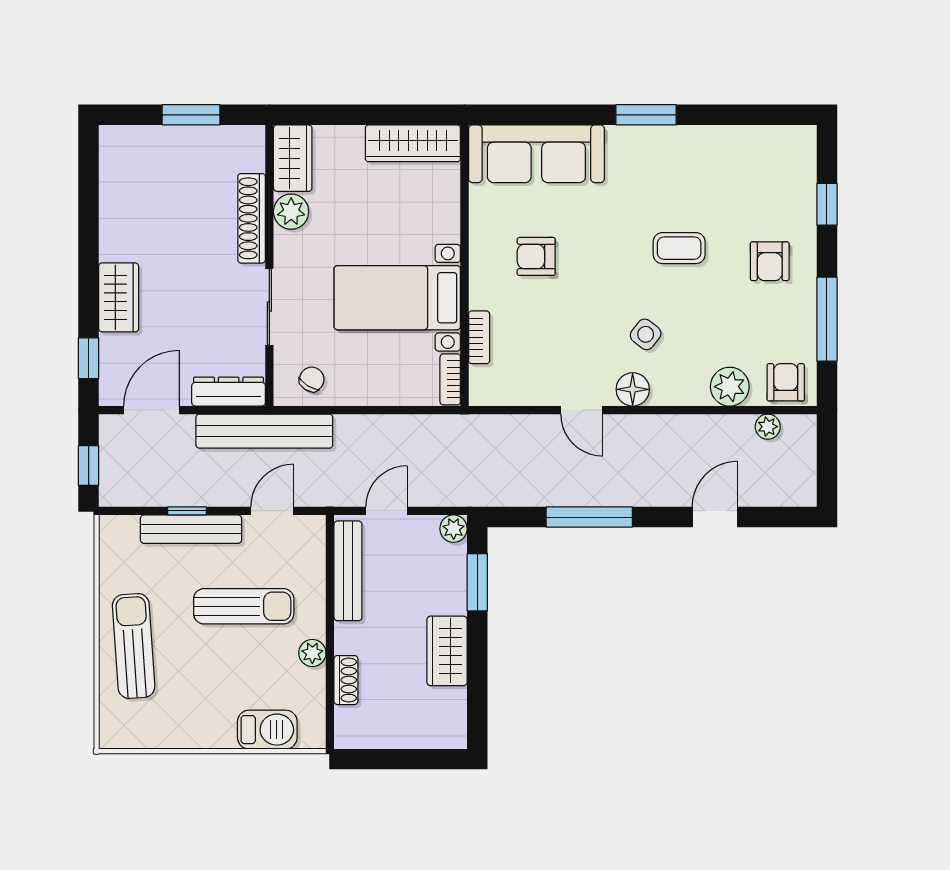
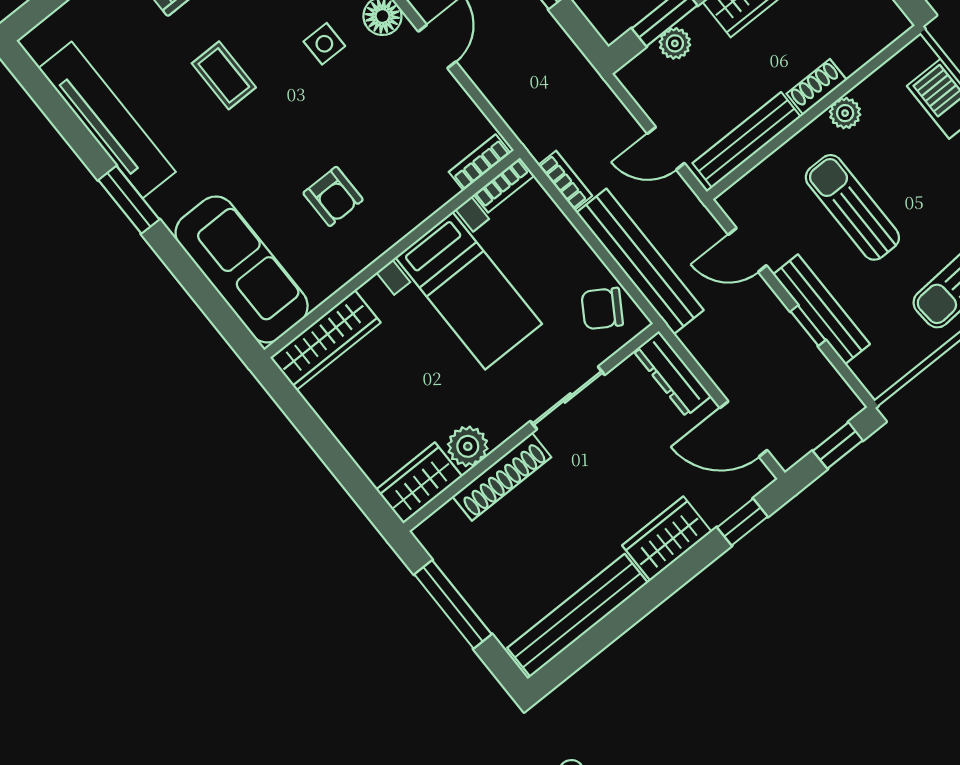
window: (191, 115) -> (453, 604), width x1.44
wardrobe: (413, 143) -> (325, 340), moved, turned 90
tv unit: (713, 144) -> (107, 120), added
bench: (115, 194) -> (578, 615), added
side table: (646, 334) -> (324, 44), turned -38
bookcase: (479, 337) -> (480, 162), moved
chair: (312, 379) -> (602, 309), width x1.37, depth x1.37
bookcase: (420, 424) -> (565, 180), added
bench: (264, 431) -> (640, 261), moved
plant: (454, 529) -> (675, 43), moved
shoe rack: (346, 680) -> (817, 87), moved

